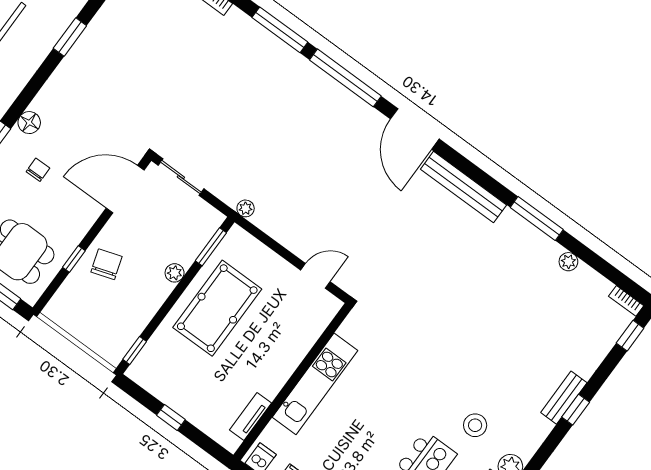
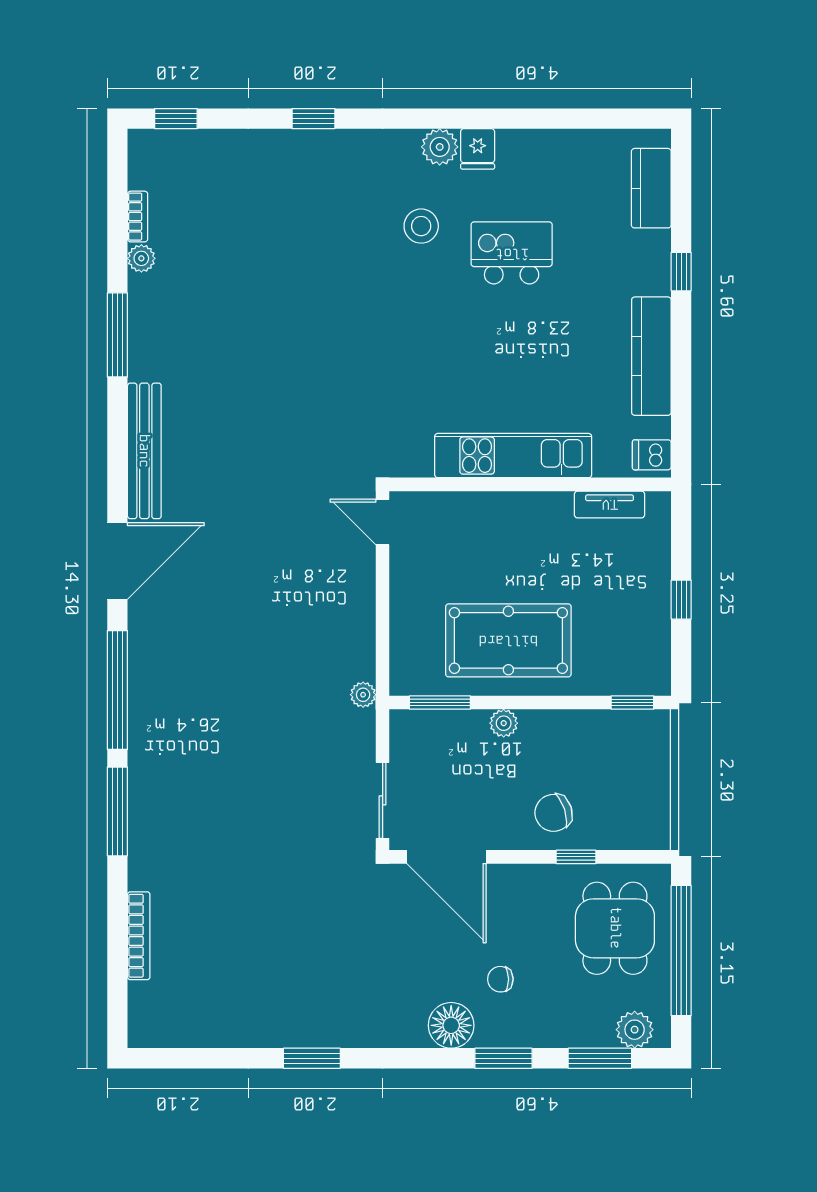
floor lamp: (29, 123) -> (451, 1025), width x1.38, depth x1.38
door: (315, 276) -> (383, 522), moved
bookcase: (626, 301) -> (138, 217), moved
bench: (564, 398) -> (309, 143), removed

